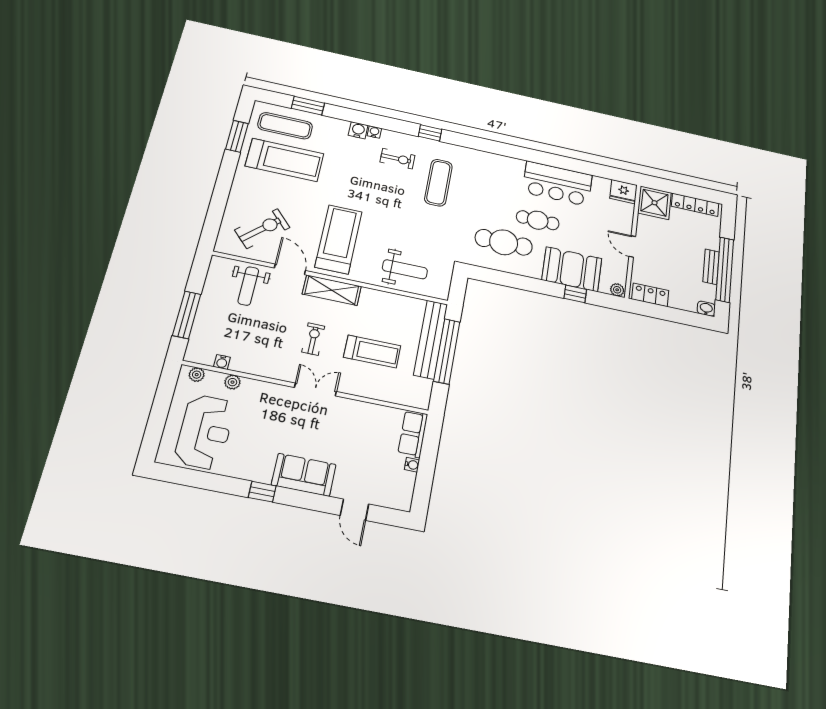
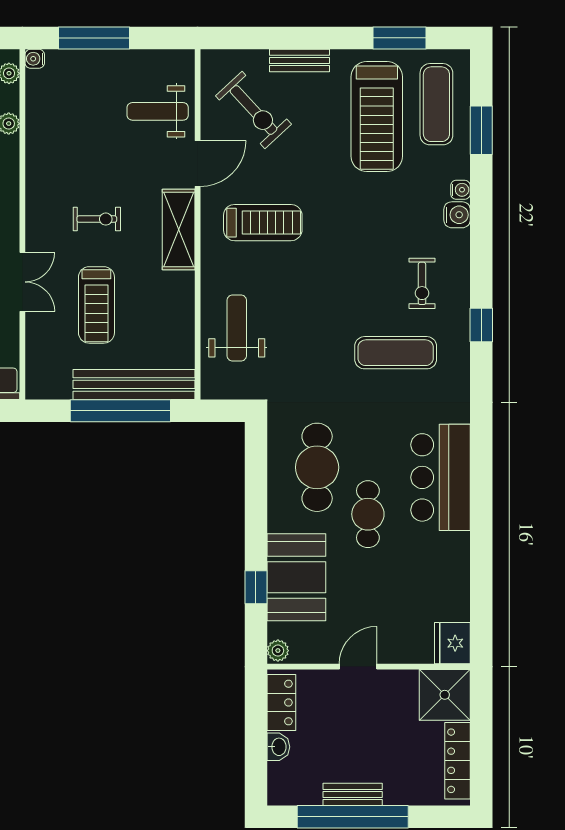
water cooler: (374, 132) -> (460, 190), moved
bar counter: (557, 184) -> (441, 477), moved
bench: (236, 195) -> (299, 60), added
treadmill: (339, 239) -> (263, 223), width x0.73, depth x0.73
weight bench: (405, 269) -> (237, 328), turned 180
washbasin: (706, 309) -> (278, 747), moved
water cooler: (222, 362) -> (35, 59), moved
double door: (315, 390) -> (22, 282), moved

